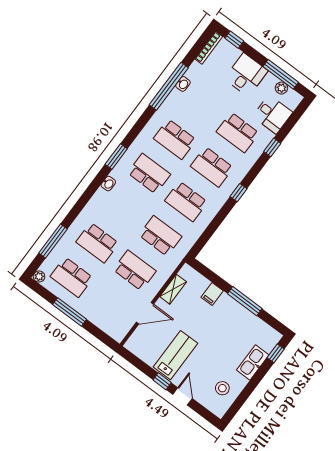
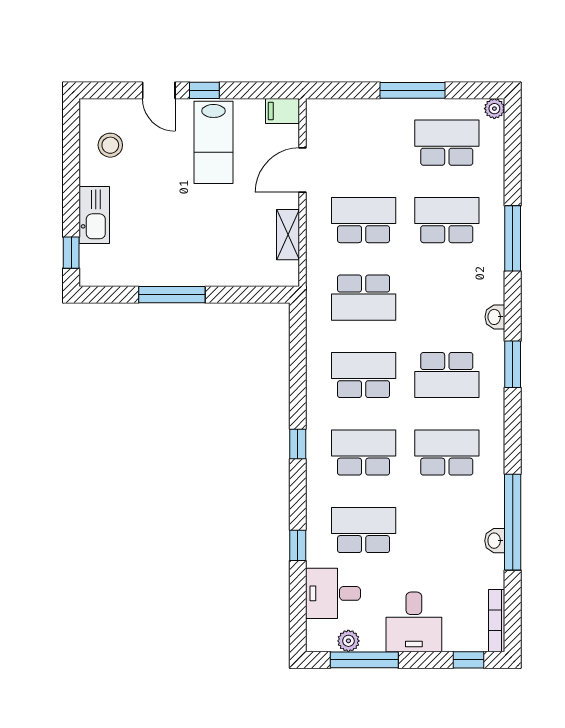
window: (53, 241) -> (513, 238), moved
school desk: (135, 270) -> (364, 220), turned 180
filing cabinet: (212, 294) -> (283, 111), moved, turned -90

